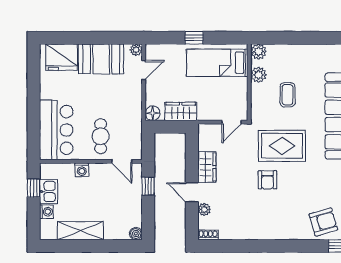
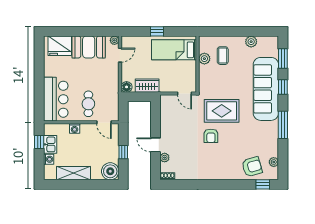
plant: (259, 52) -> (251, 42), moved
coffee table: (288, 95) -> (223, 56), moved
door: (232, 122) -> (185, 93), hinge flipped
wardrobe: (207, 167) -> (166, 126), removed
window: (148, 186) -> (123, 152), moved
boiler: (136, 234) -> (110, 171), width x1.86, depth x1.86

